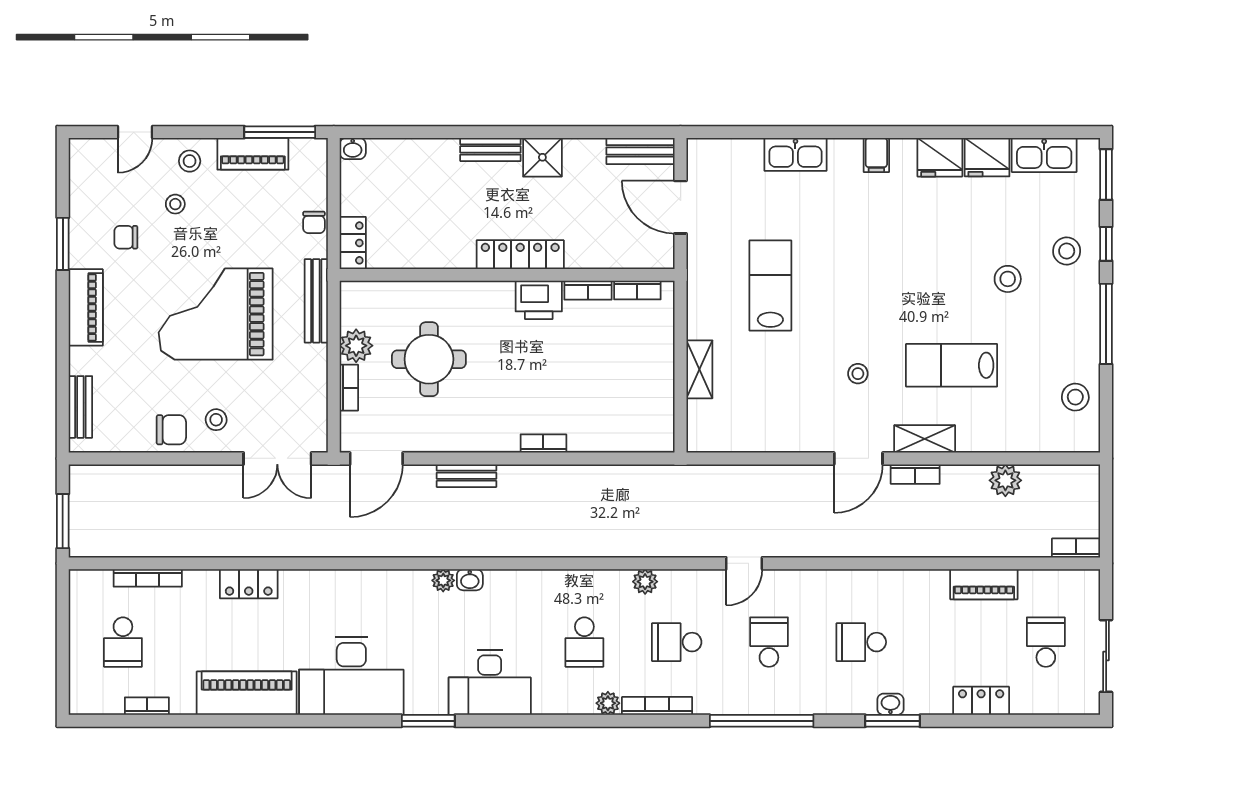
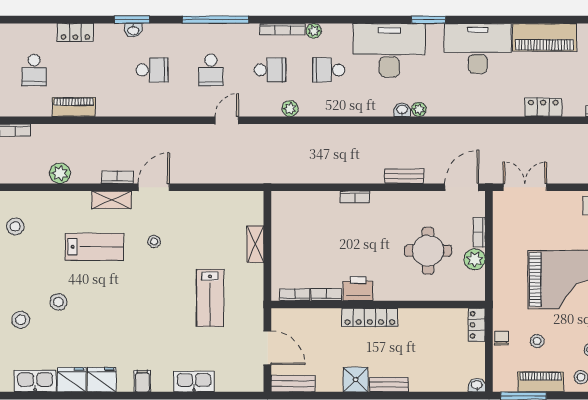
bench: (316, 301) -> (500, 288), removed
stool: (216, 420) -> (537, 341), moved
school desk: (584, 642) -> (329, 70), turned -90
desk: (490, 683) -> (389, 50), width x1.36, depth x1.30

